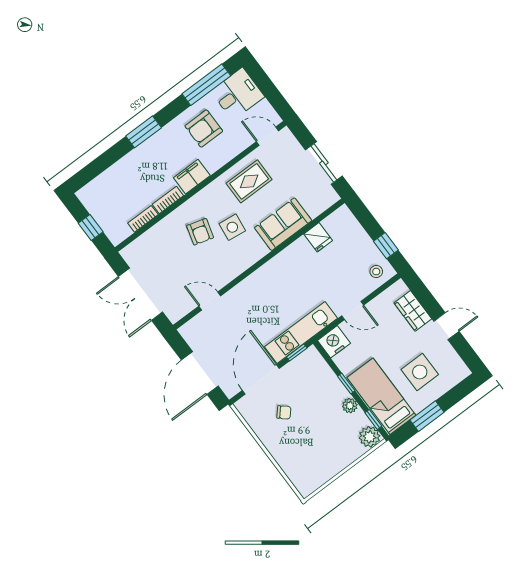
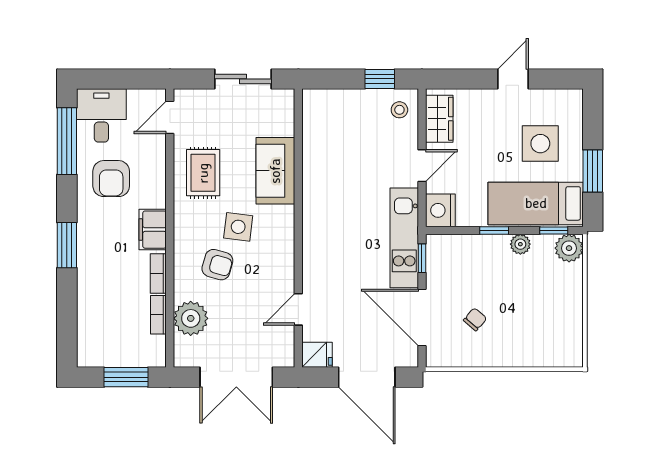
window: (91, 228) -> (126, 377), width x1.50
fridge: (318, 237) -> (317, 355), moved
plant: (155, 240) -> (191, 318), added
wardrobe: (413, 311) -> (439, 119), moved, turned -90

